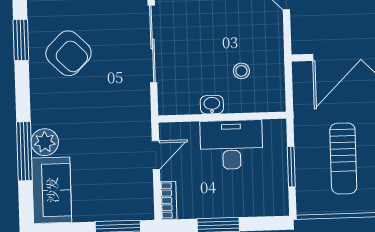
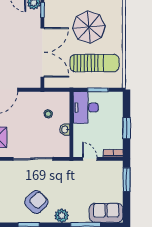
plant: (45, 142) -> (62, 216), moved
desk: (231, 145) -> (86, 107), moved
sun lounger: (343, 158) -> (95, 63), width x1.36, depth x1.34

